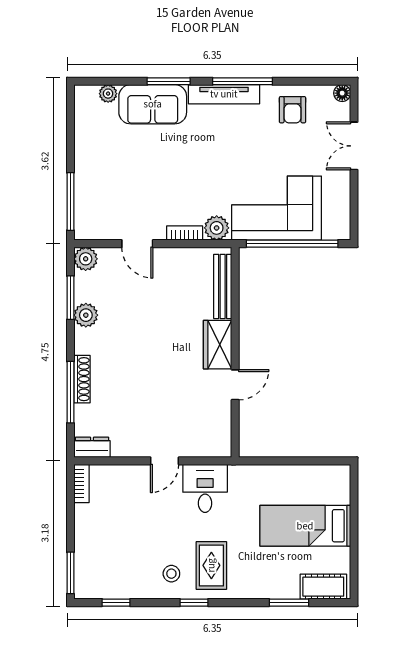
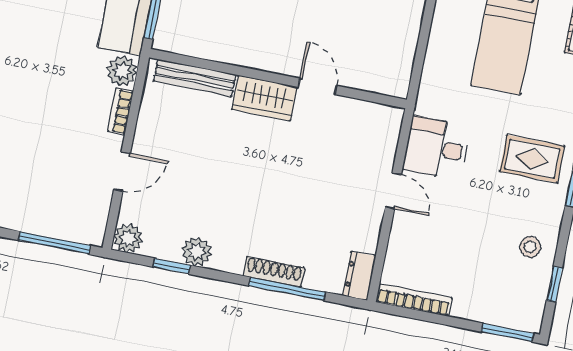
window: (70, 298) -> (172, 266), width x0.67
bookcase: (82, 483) -> (414, 300), width x1.56
stool: (171, 574) -> (530, 247), moved

